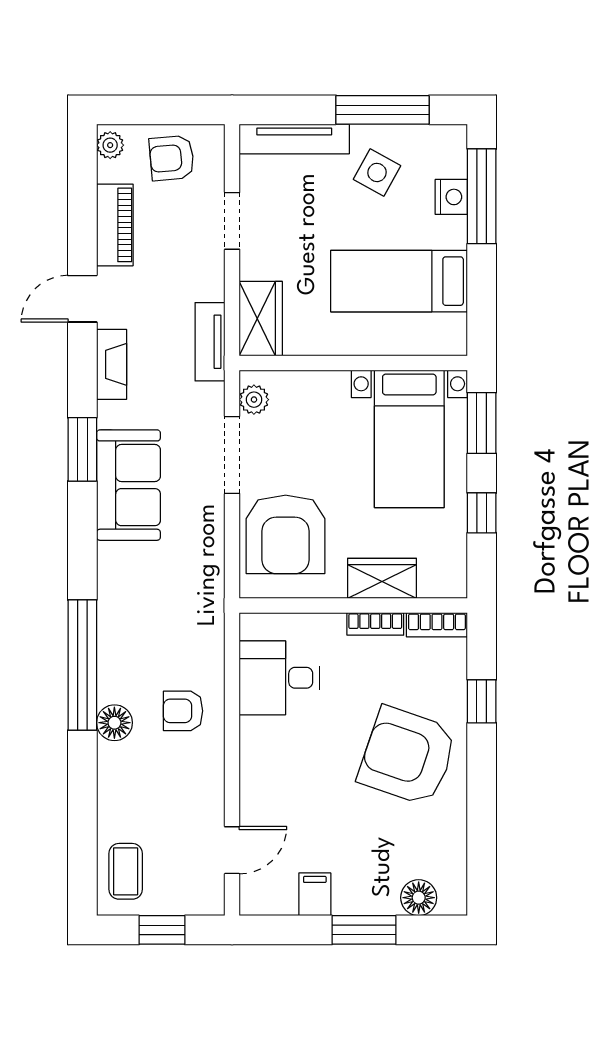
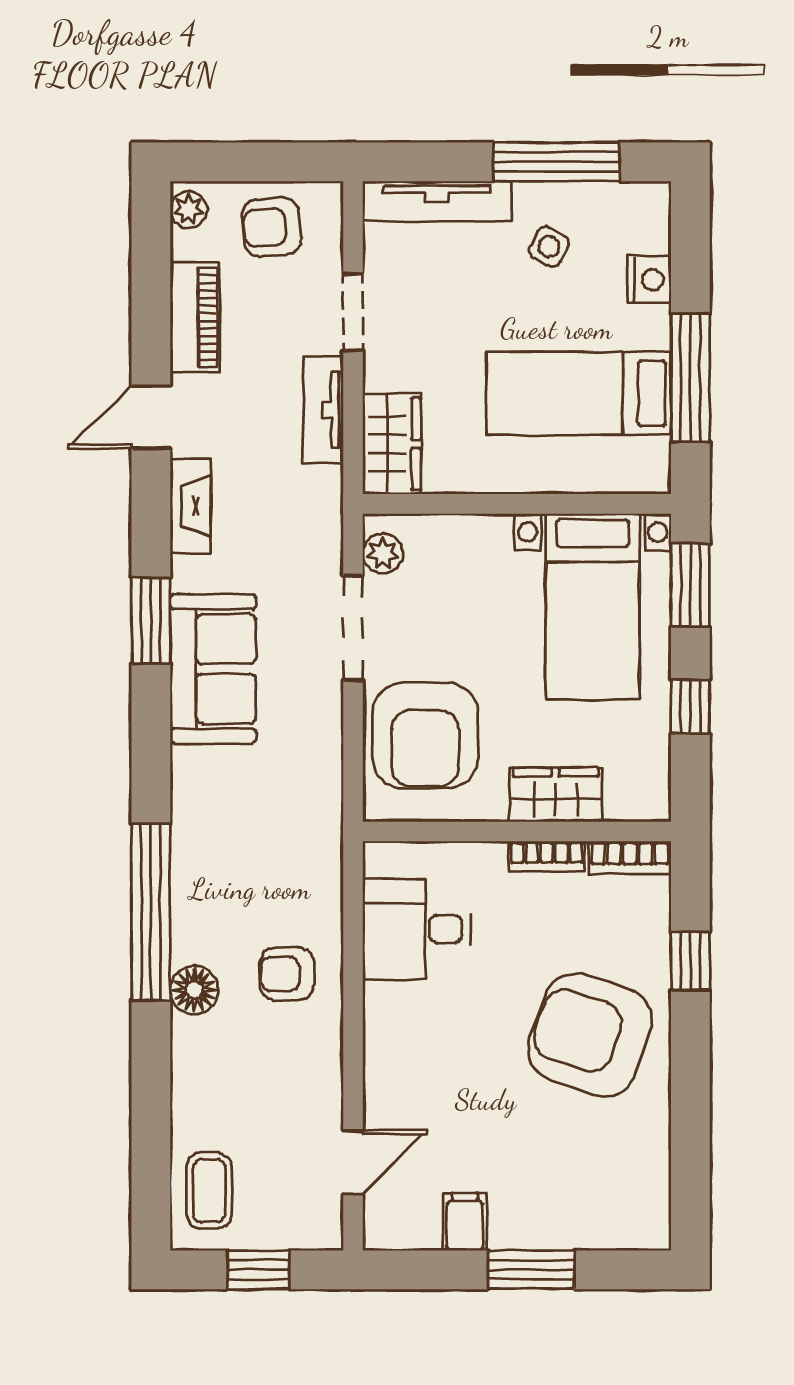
side table: (377, 172) -> (549, 247), width x0.73, depth x0.73
window: (482, 196) -> (690, 378), moved
tv unit: (210, 342) -> (323, 410), moved
floor lamp: (419, 898) -> (605, 1226), removed

